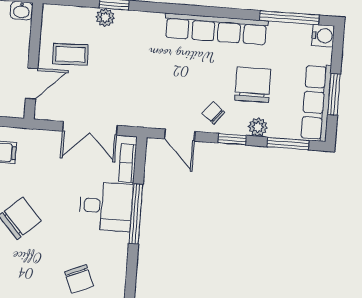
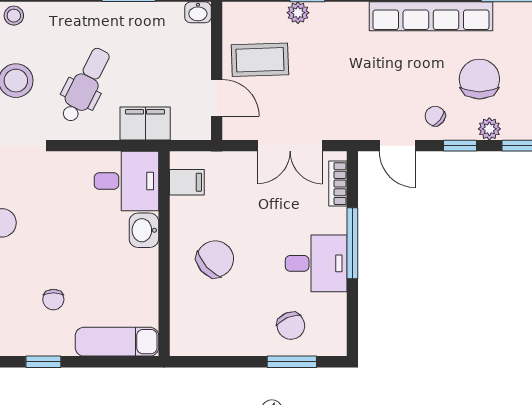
coffee table: (70, 54) -> (260, 60), width x1.36, depth x1.30
door: (32, 83) -> (217, 98), hinge flipped
desk: (106, 206) -> (316, 263), moved

